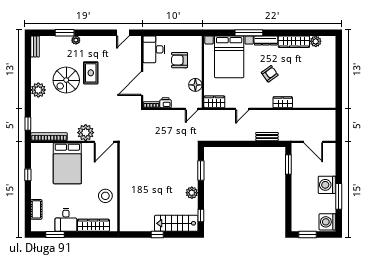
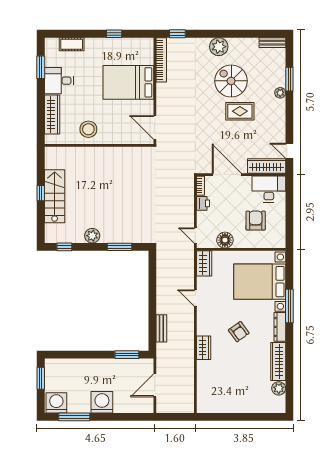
wardrobe: (135, 51) -> (267, 166), added
plant: (86, 133) -> (166, 105), removed
window: (339, 196) -> (74, 417), moved
stairs: (176, 223) -> (55, 196), moved

